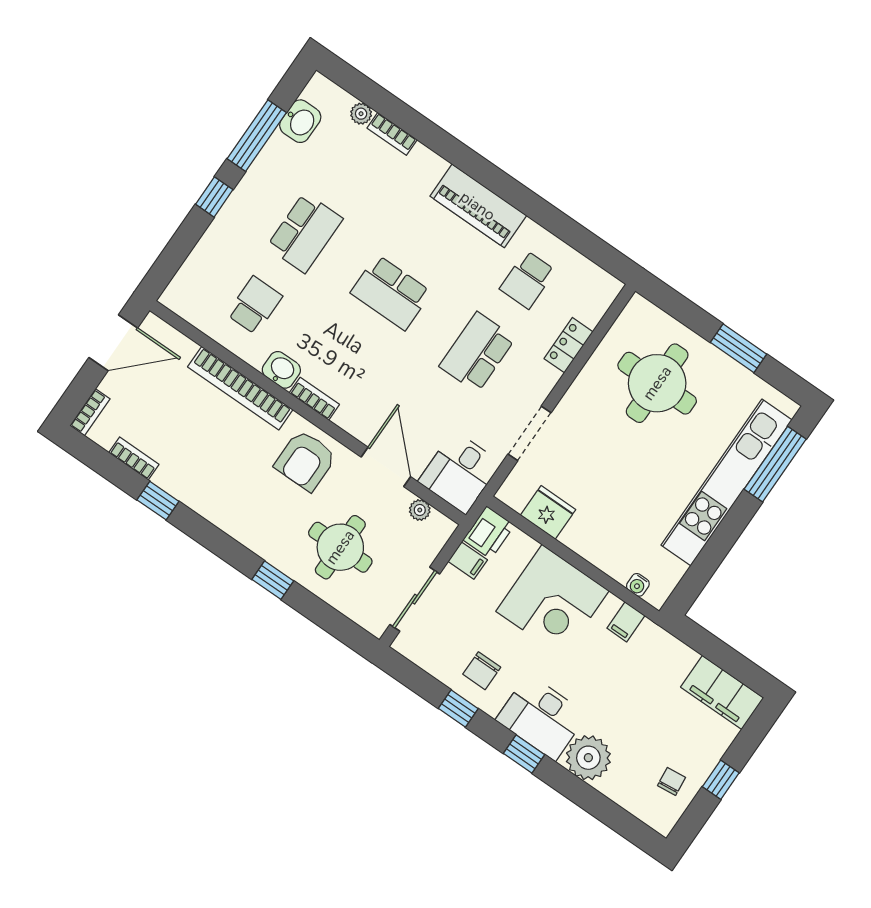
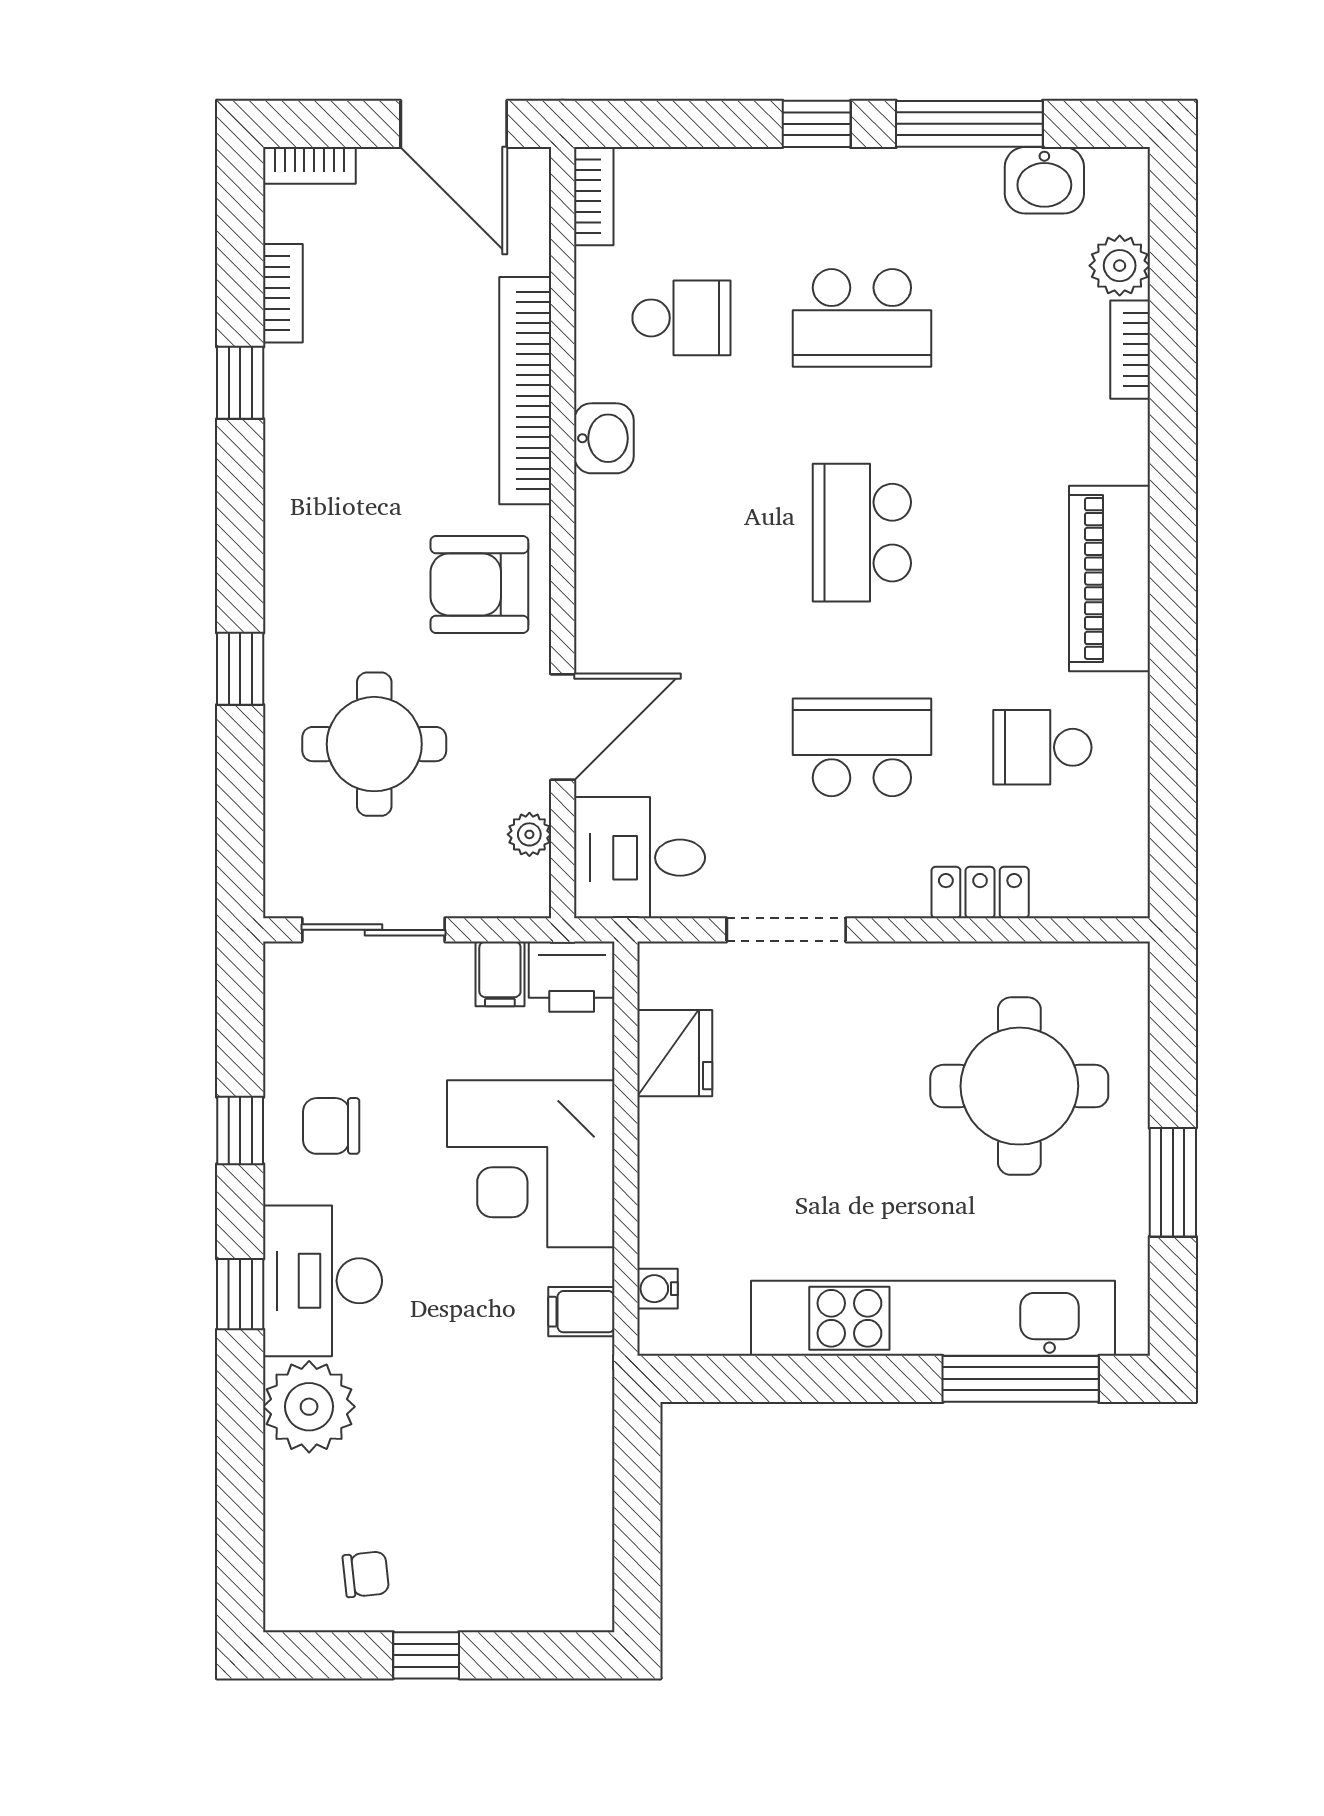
plant: (361, 114) -> (1120, 266), width x1.38, depth x1.38
bookcase: (314, 399) -> (594, 196), moved
filing cabinet: (722, 692) -> (575, 1556), removed

